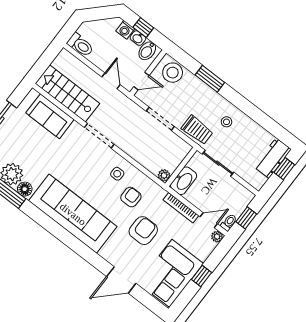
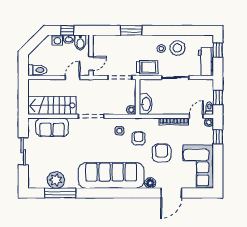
stool: (173, 73) -> (177, 48), moved
door: (111, 81) -> (73, 78), hinge flipped
workbench: (273, 158) -> (206, 62), moved
wall: (181, 167) -> (138, 97), moved
plant: (164, 175) -> (131, 110), moved
washbasin: (184, 181) -> (146, 104), moved
floor lamp: (25, 189) -> (150, 183), moved
window: (201, 276) -> (218, 137), moved

